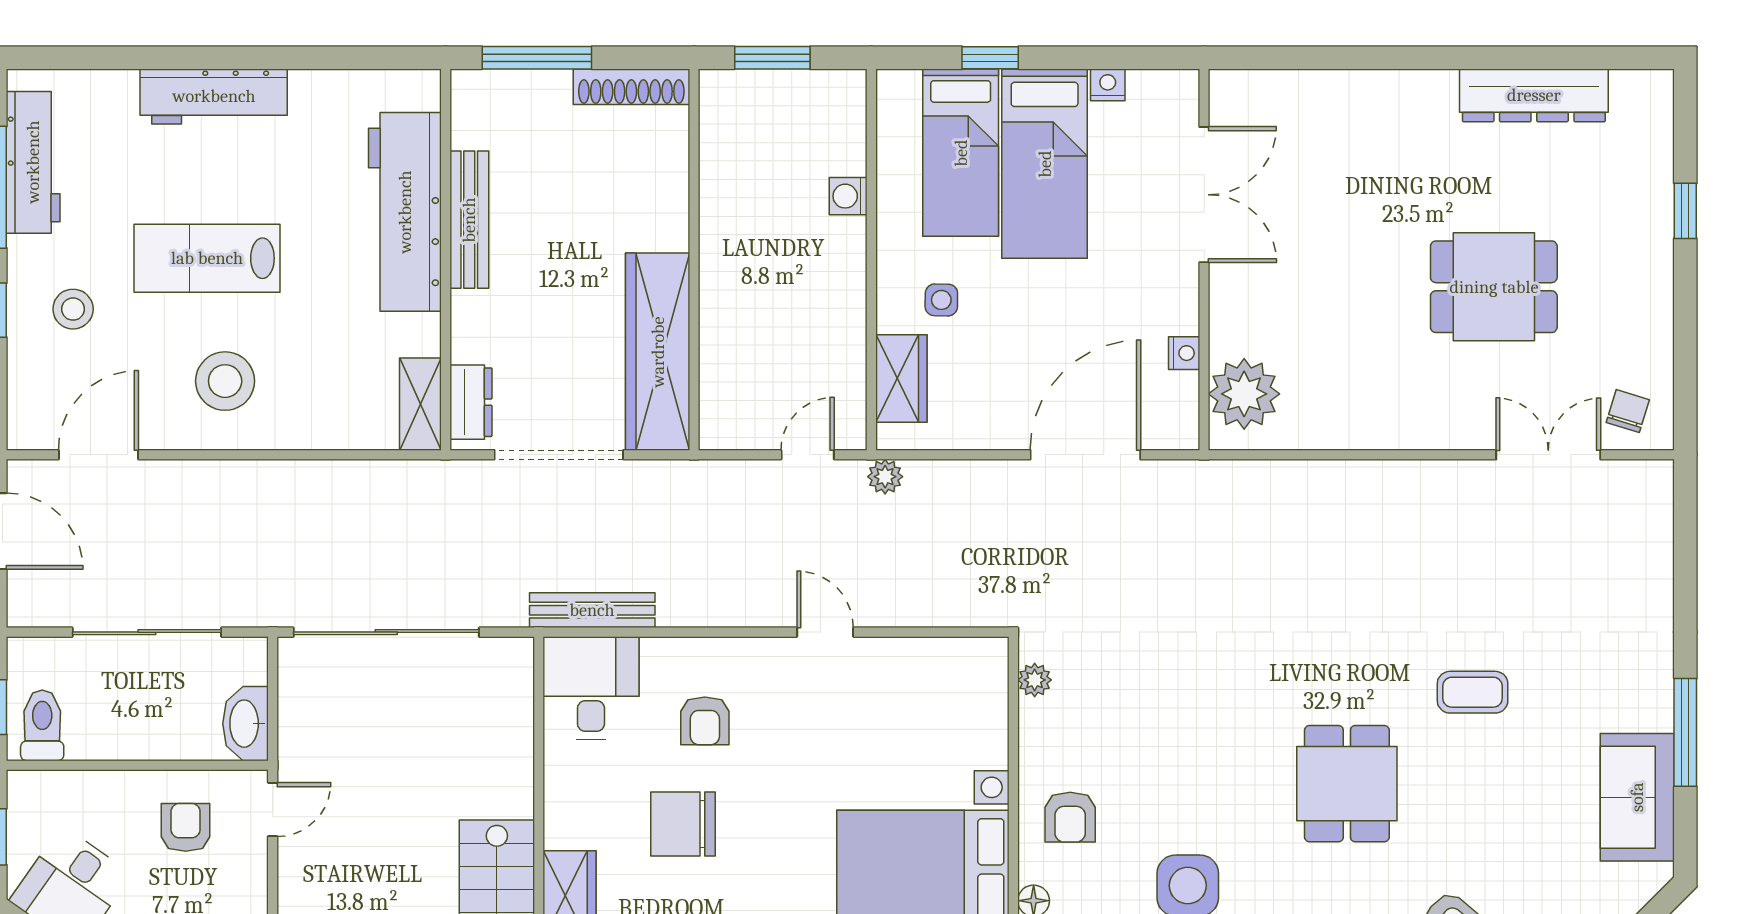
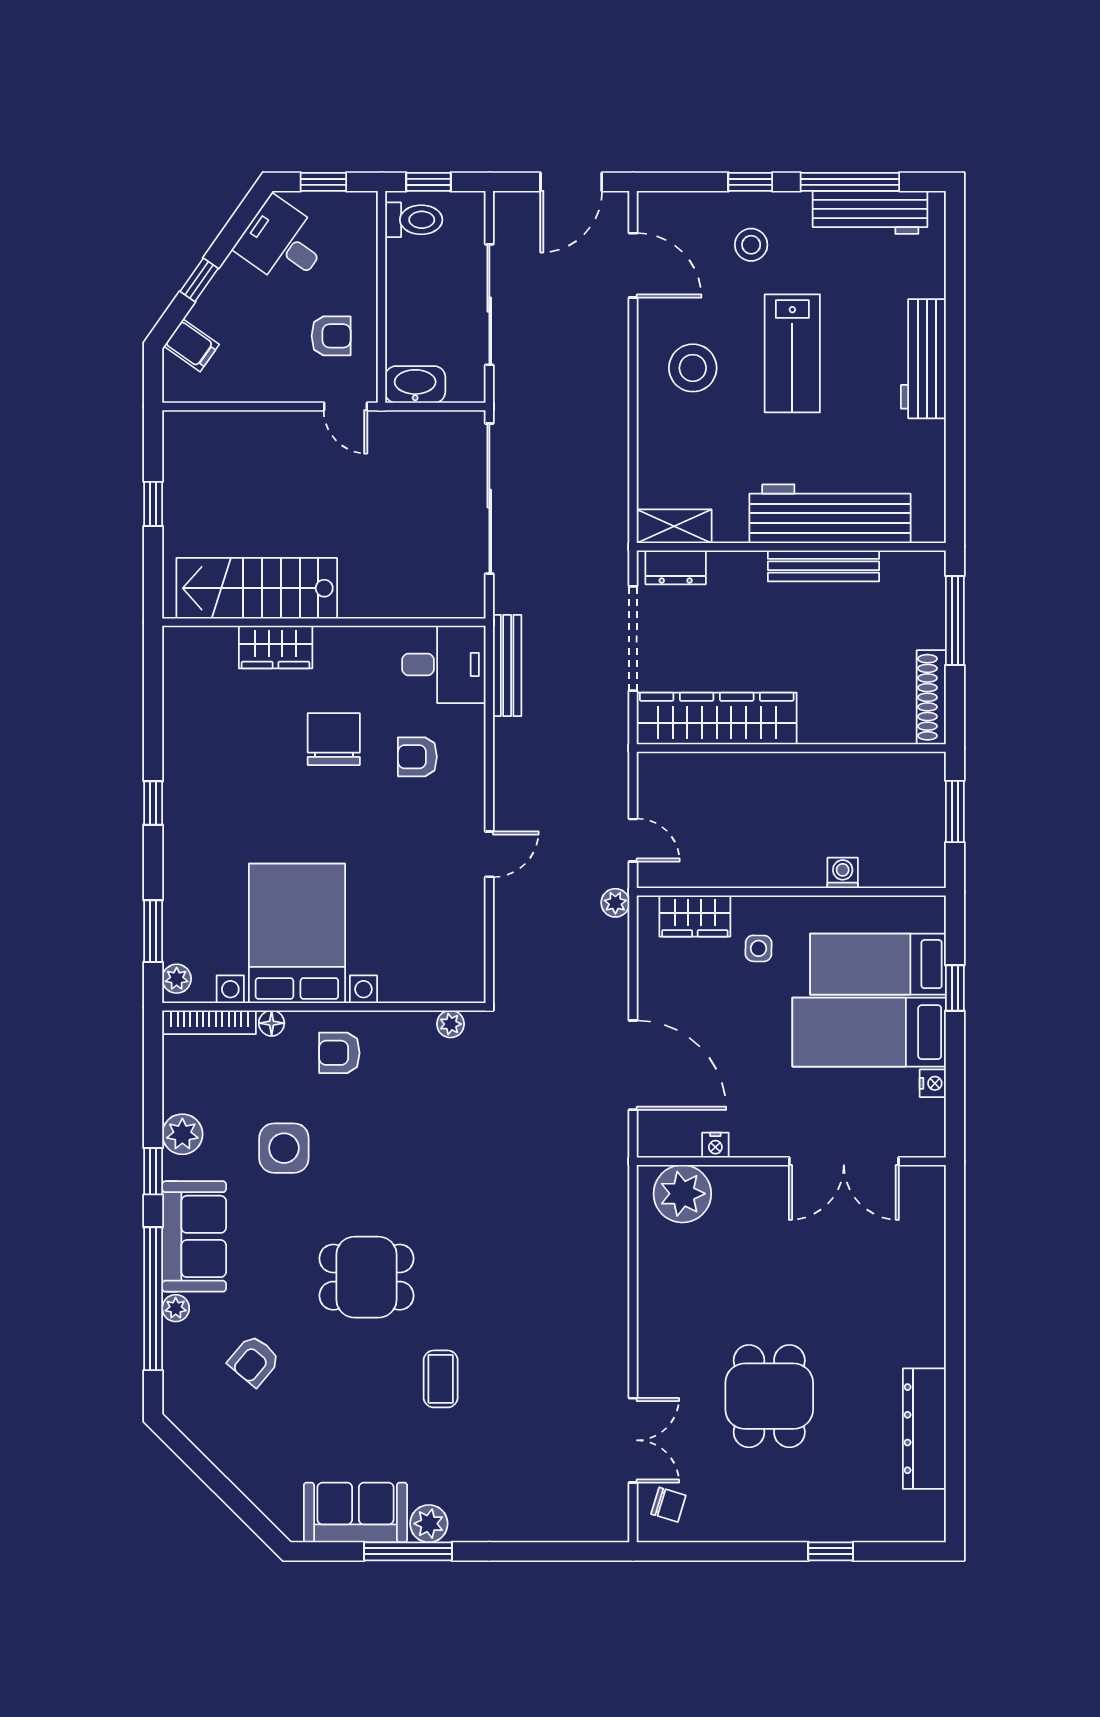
lab bench: (207, 258) -> (792, 353), turned 180
plant: (1651, 707) -> (429, 1524), added

